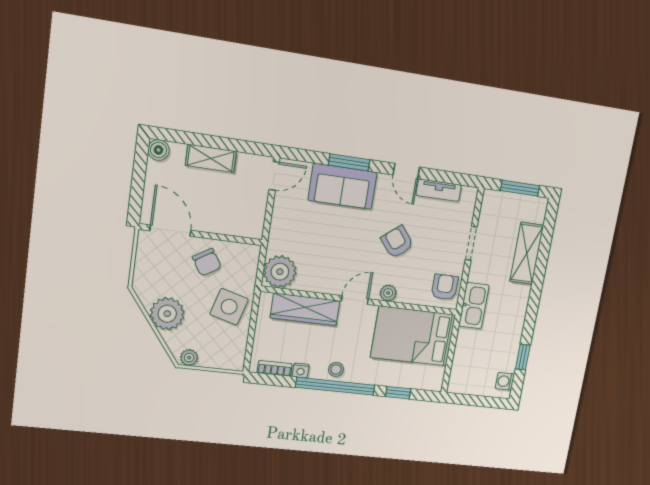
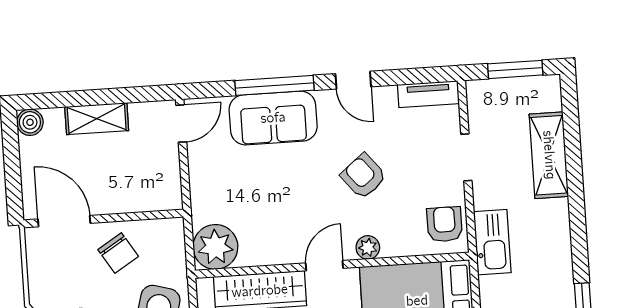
window: (349, 162) -> (274, 85), width x1.44
tv unit: (439, 190) -> (428, 94), moved

